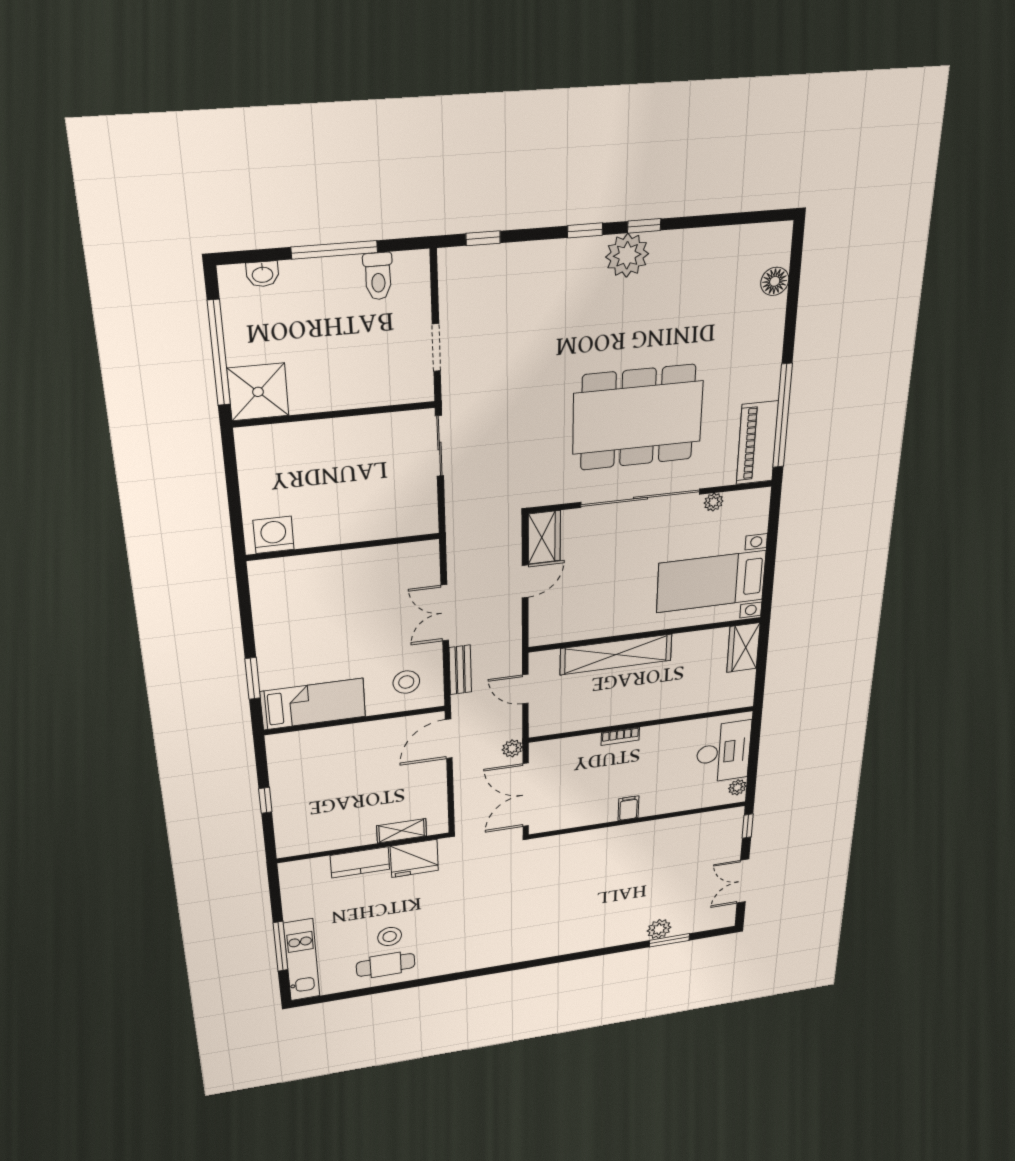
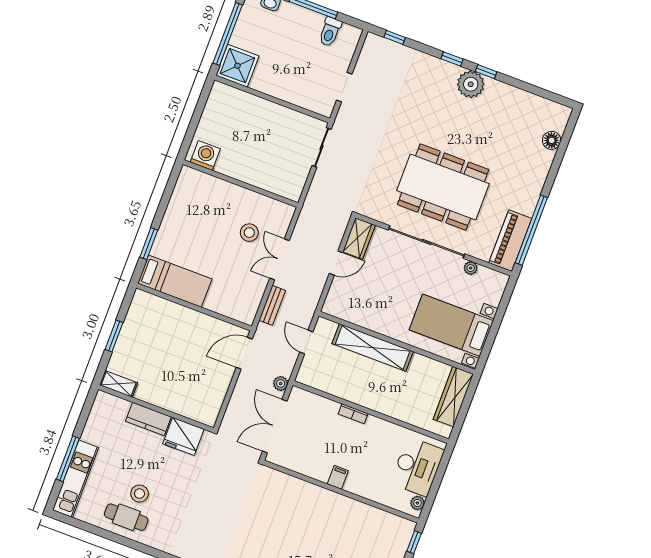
wardrobe: (743, 648) -> (453, 397), width x1.50
stool: (406, 682) -> (249, 233), moved
window: (265, 800) -> (114, 336), width x1.50
shelving: (402, 831) -> (119, 384), moved

